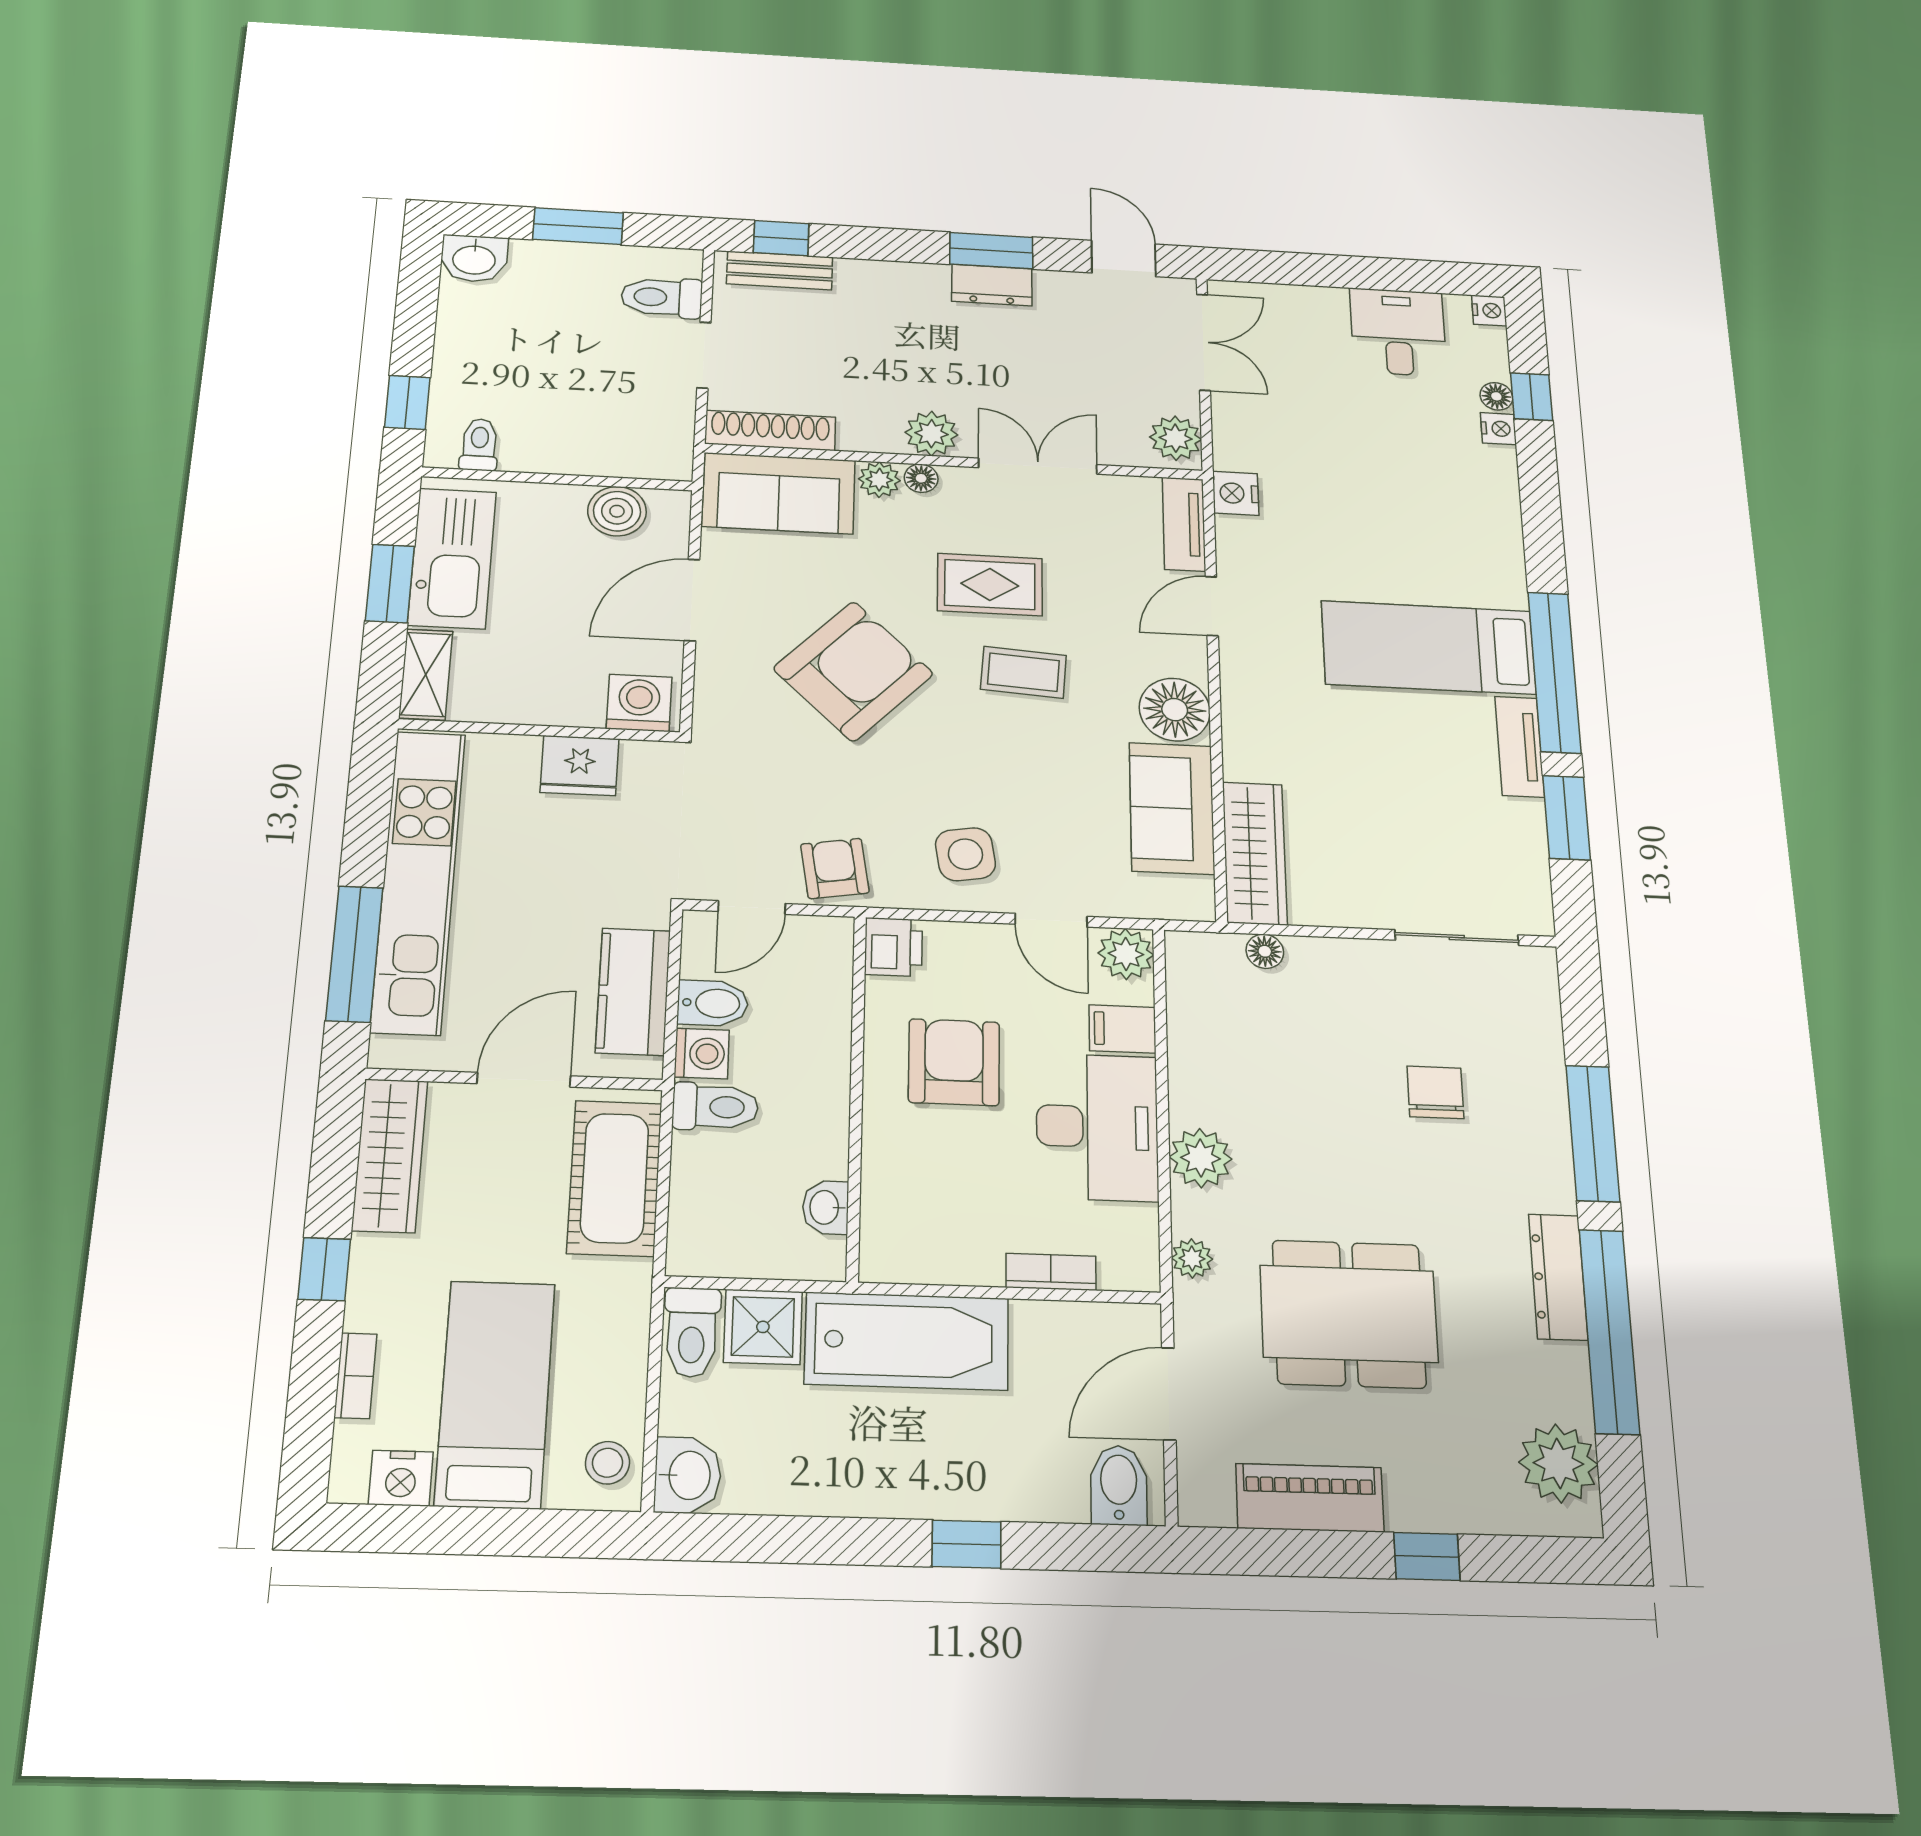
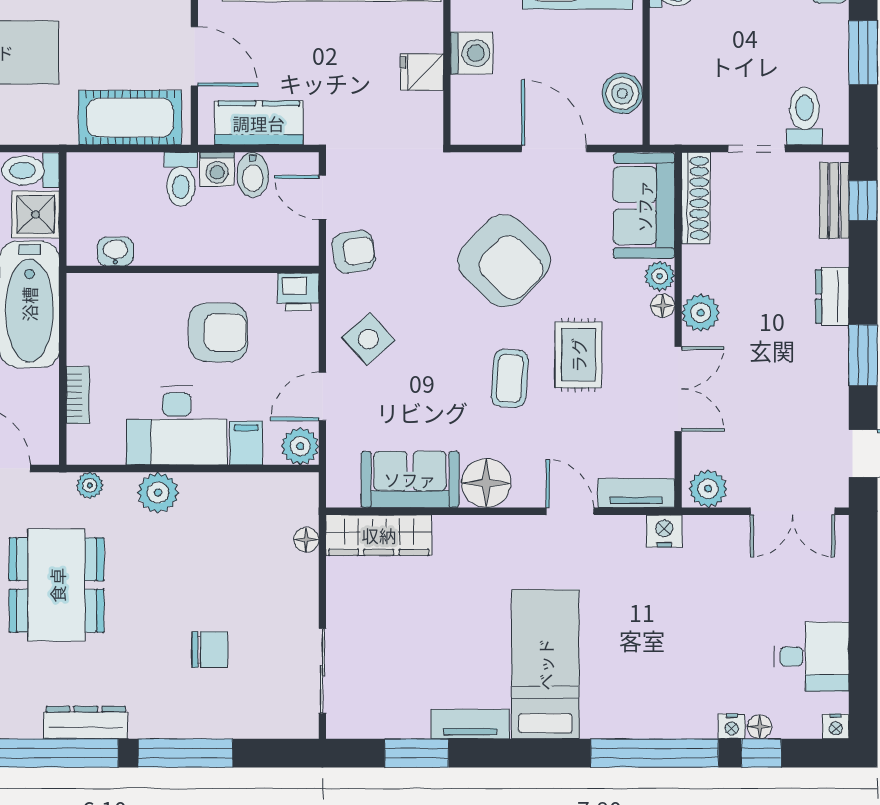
dresser: (992, 285) -> (832, 297), moved
window: (1554, 672) -> (655, 753), moved
washing machine: (639, 703) -> (472, 53), moved
fridge: (580, 766) -> (422, 72), width x0.72
side table: (965, 854) -> (368, 339), turned -32

